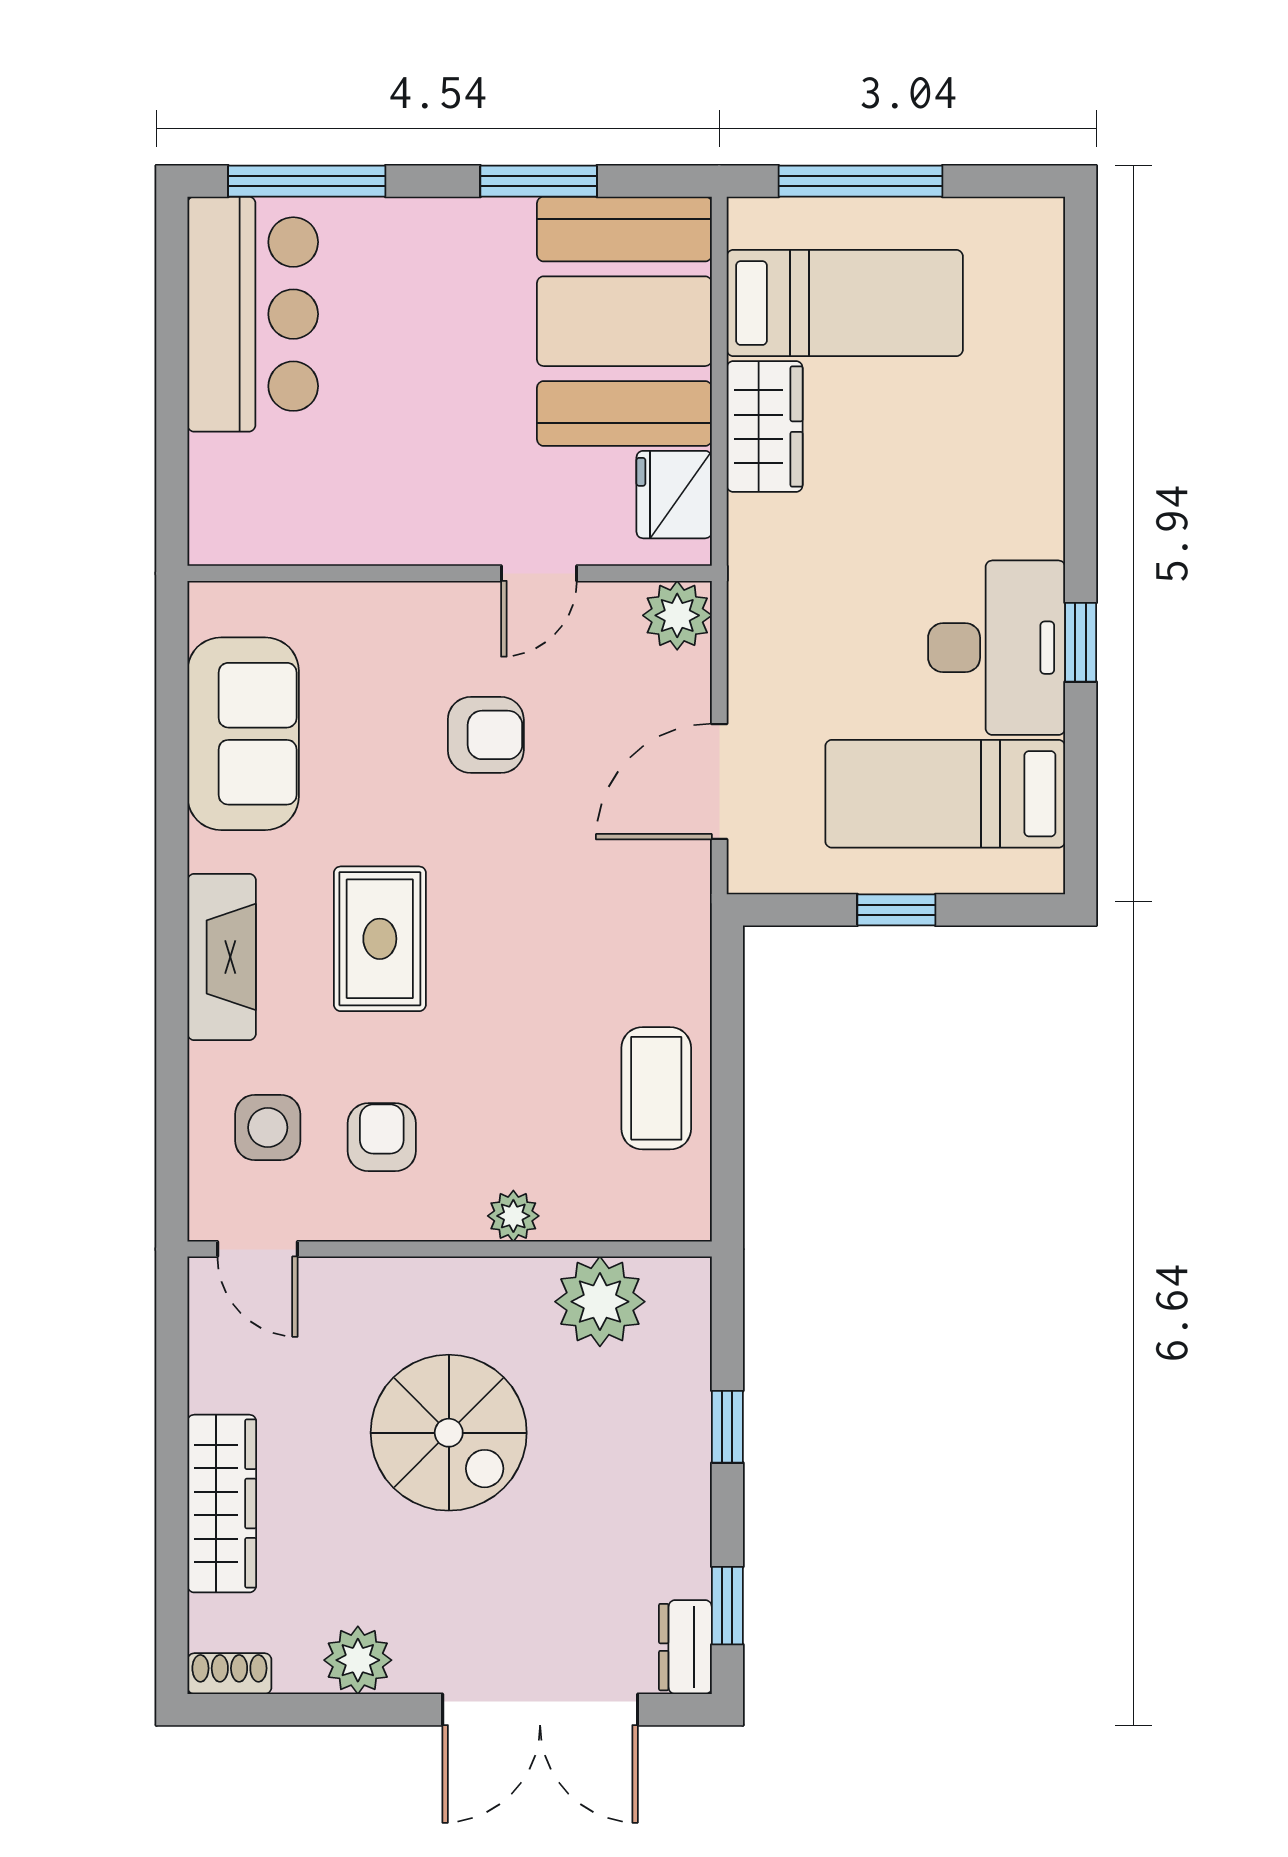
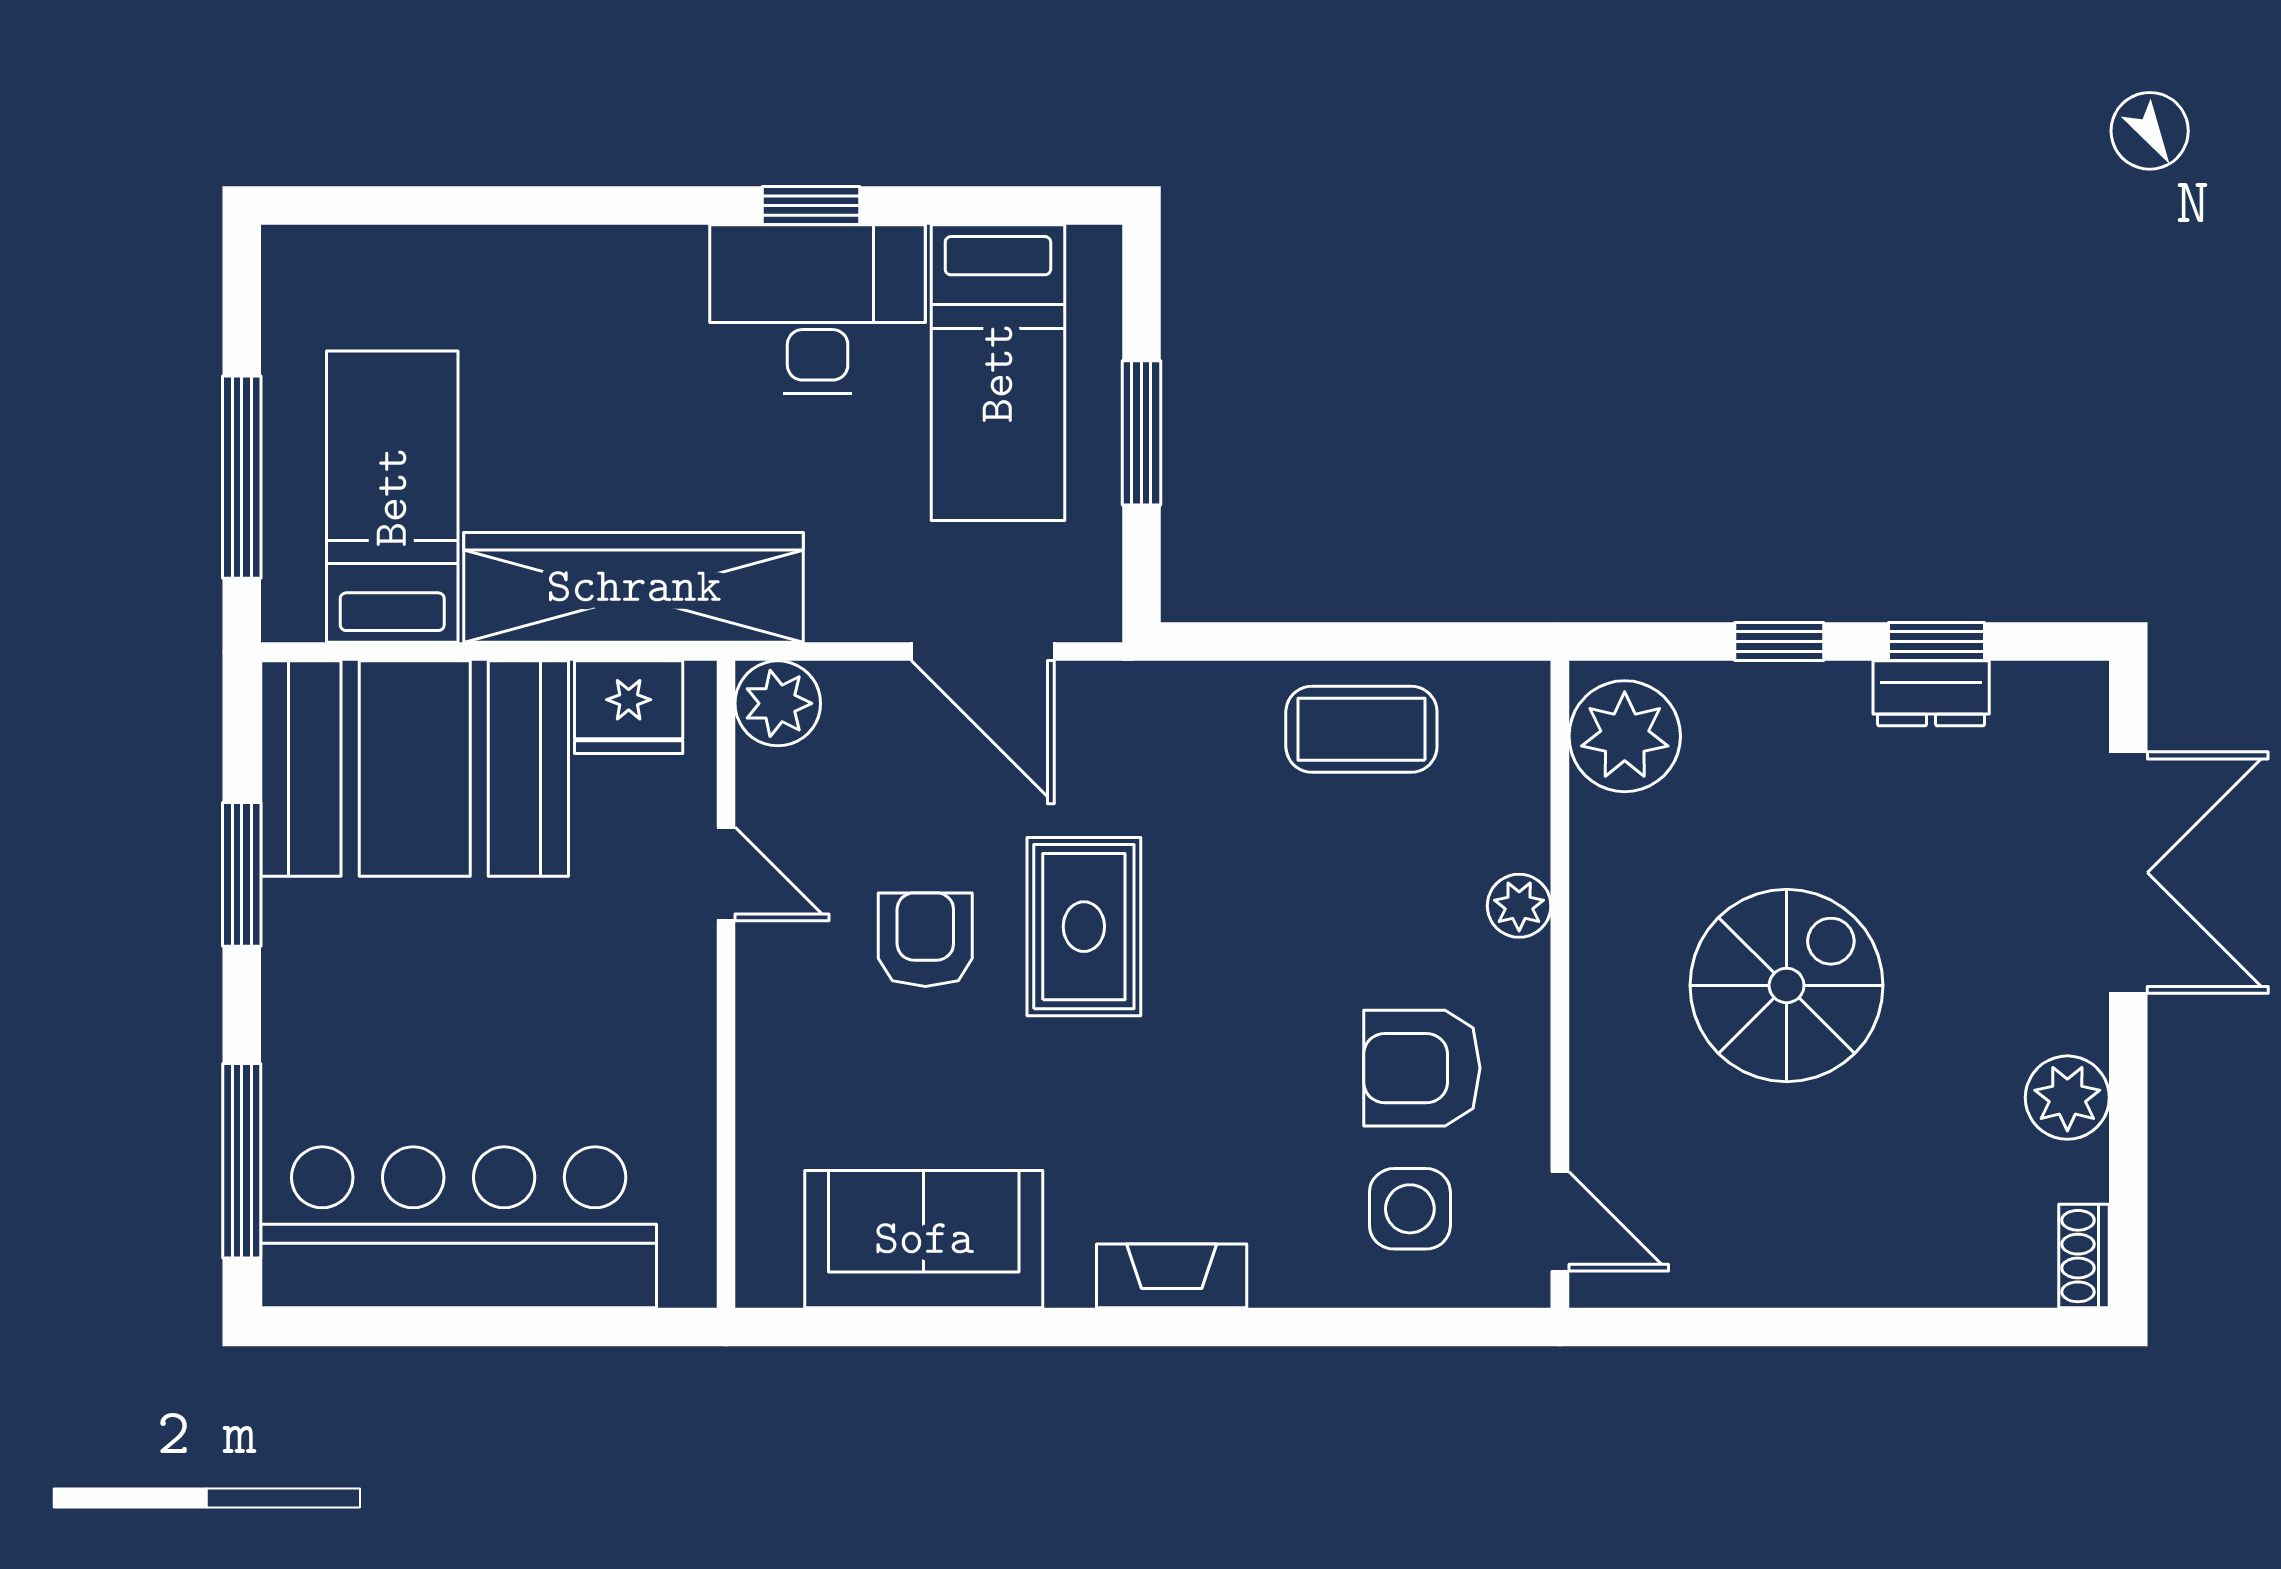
bar counter: (253, 314) -> (459, 1227), width x1.36
wardrobe: (765, 427) -> (634, 587), width x2.10, depth x1.17
window: (896, 910) -> (1141, 433), width x1.50
rug: (380, 939) -> (1084, 927), moved, turned 90
fireplace: (222, 957) -> (1172, 1276), width x0.73, depth x0.76
armchair: (382, 1137) -> (1422, 1068), width x1.38, depth x1.38
door: (258, 1249) -> (1560, 1221), hinge flipped
plant: (600, 1302) -> (1625, 736), moved
wardrobe: (222, 1504) -> (1874, 1266), removed
window: (727, 1606) -> (1936, 642), moved
dresser: (685, 1647) -> (1931, 693), moved

